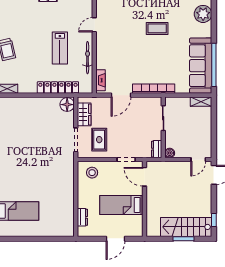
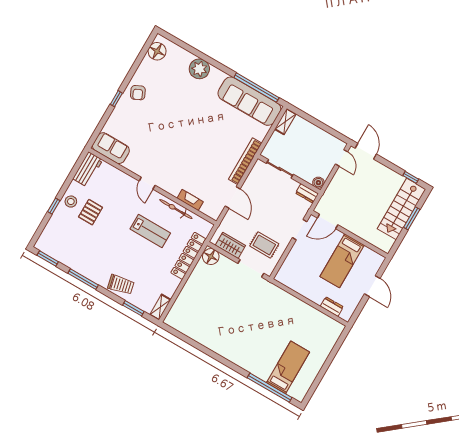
coffee table: (157, 28) -> (187, 123), removed
fireplace: (101, 80) -> (190, 200), moved
stool: (92, 173) -> (293, 271), removed

